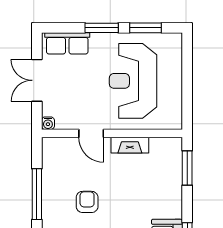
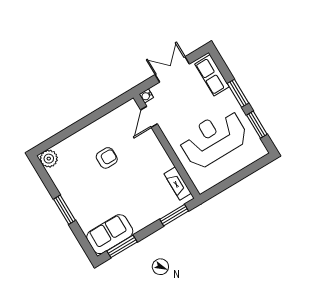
door: (91, 133) -> (149, 117), moved
fireplace: (130, 145) -> (178, 184), moved
window: (37, 194) -> (91, 118), removed

